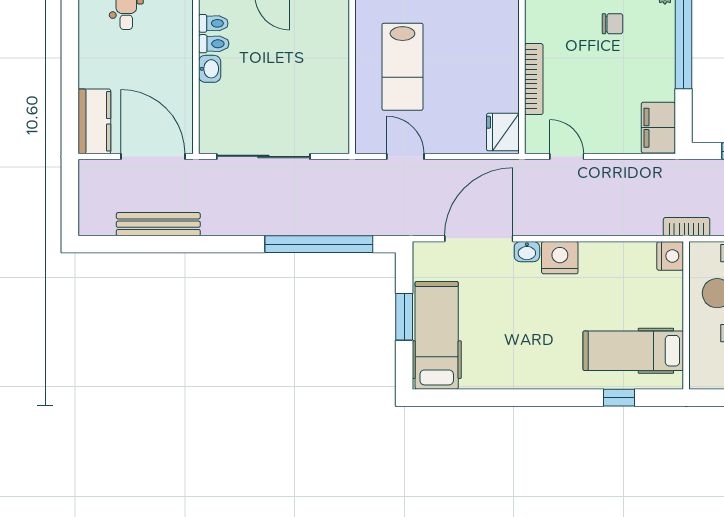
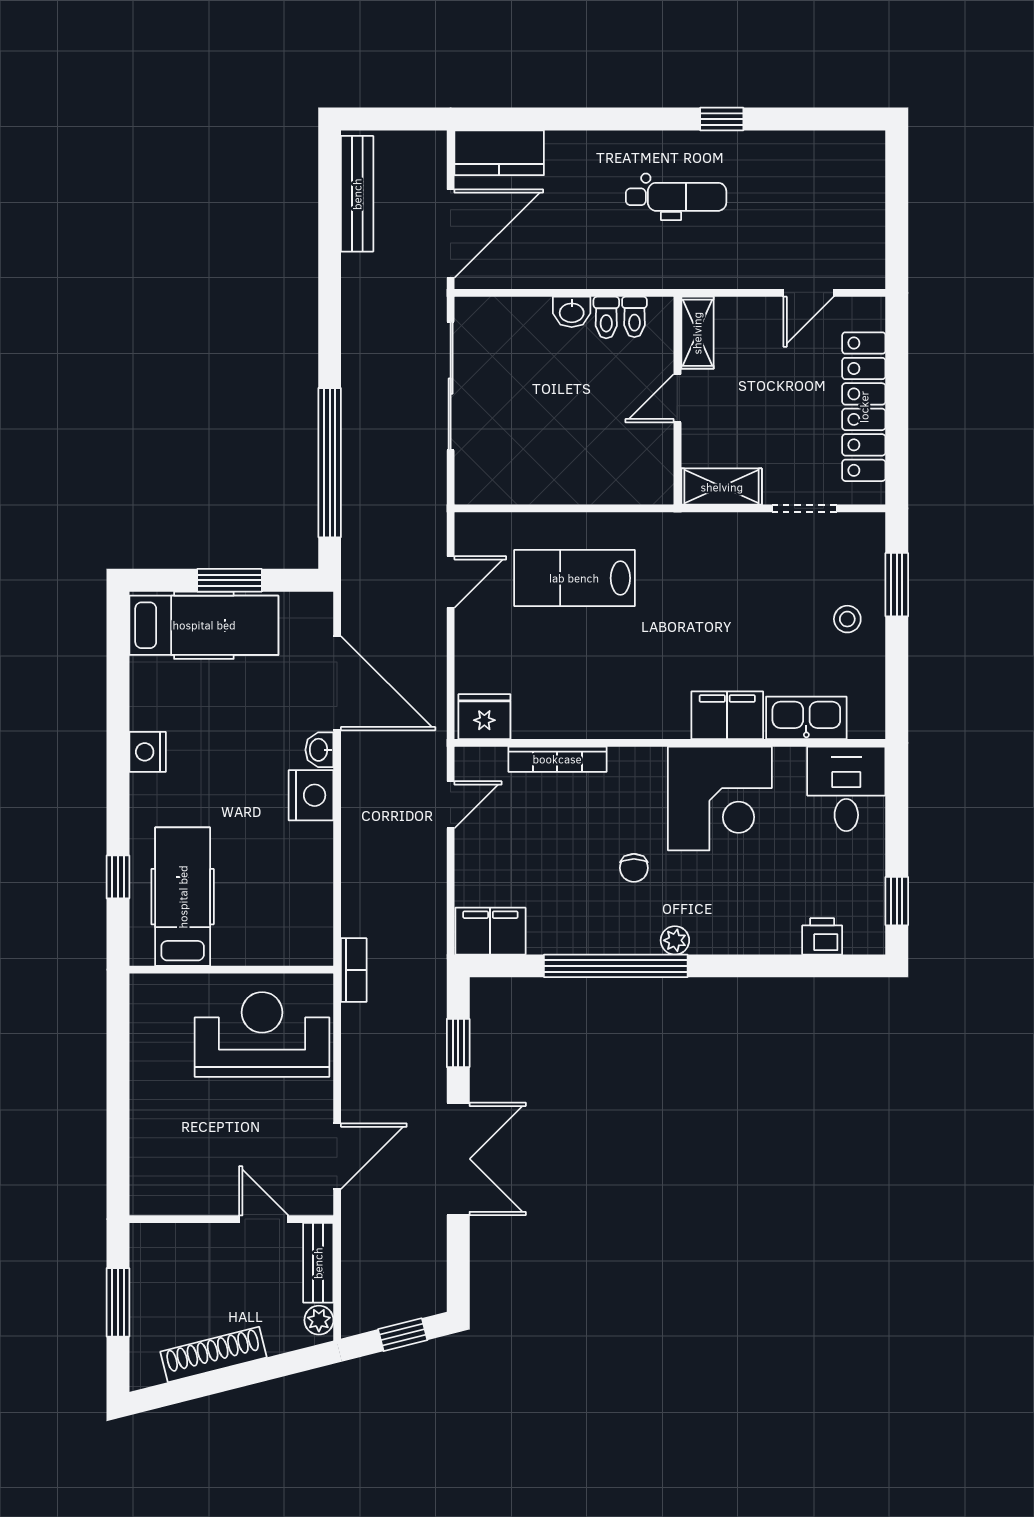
bench: (158, 224) -> (357, 194), moved
nightstand: (670, 256) -> (148, 752), moved, turned 90

